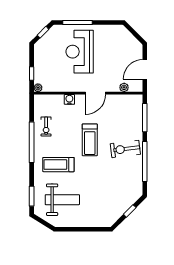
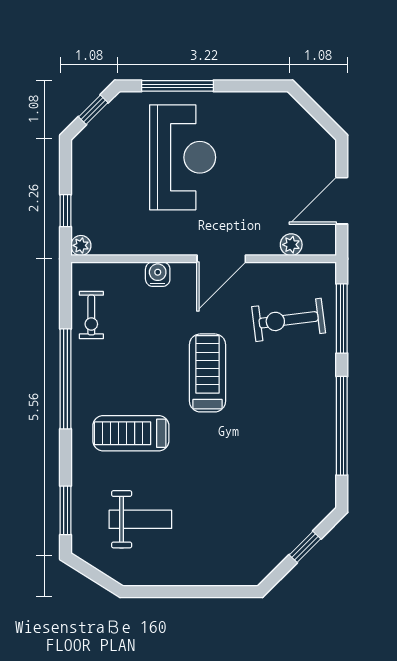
reception desk: (80, 52) -> (183, 157), turned 180
exercise bike: (46, 127) -> (91, 315), moved
treadmill: (90, 140) -> (208, 373), turned 180
exercise bike: (125, 149) -> (289, 320), moved
weight bench: (62, 200) -> (140, 519), width x0.73, depth x0.75

